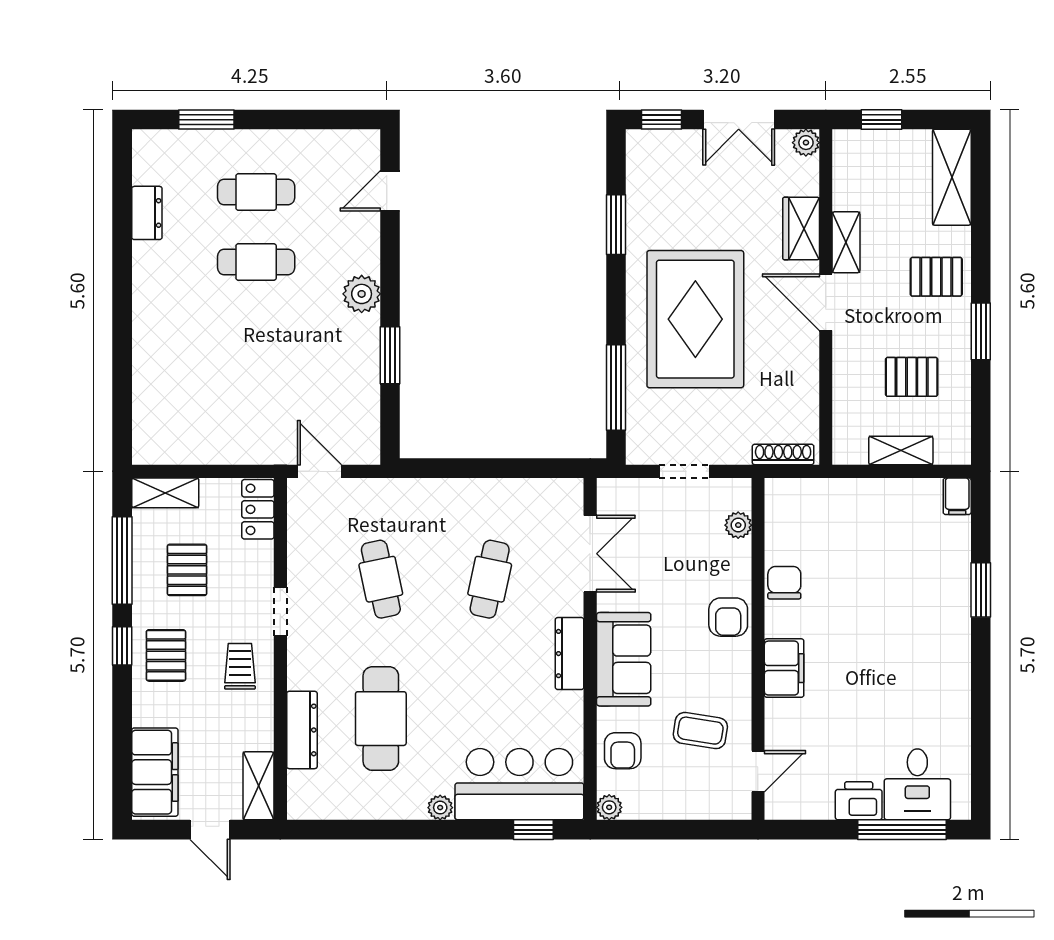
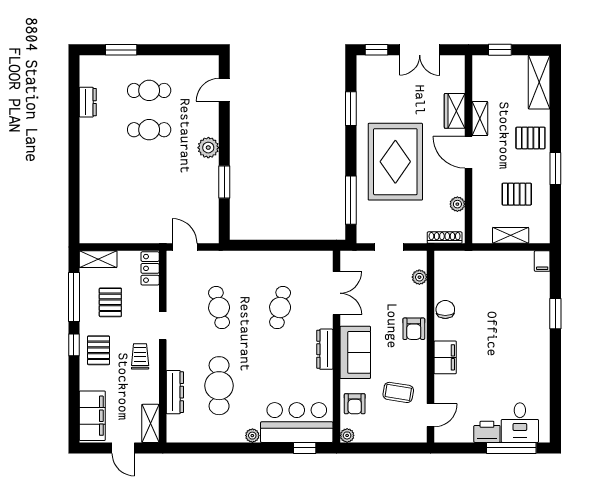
plant: (806, 143) -> (457, 204), moved

